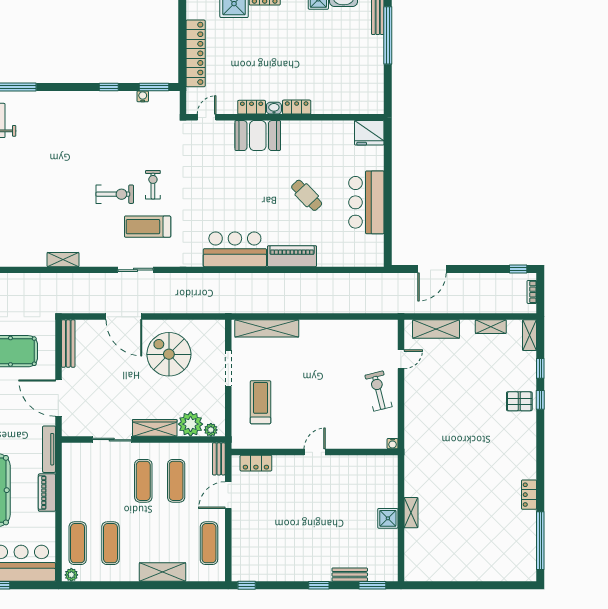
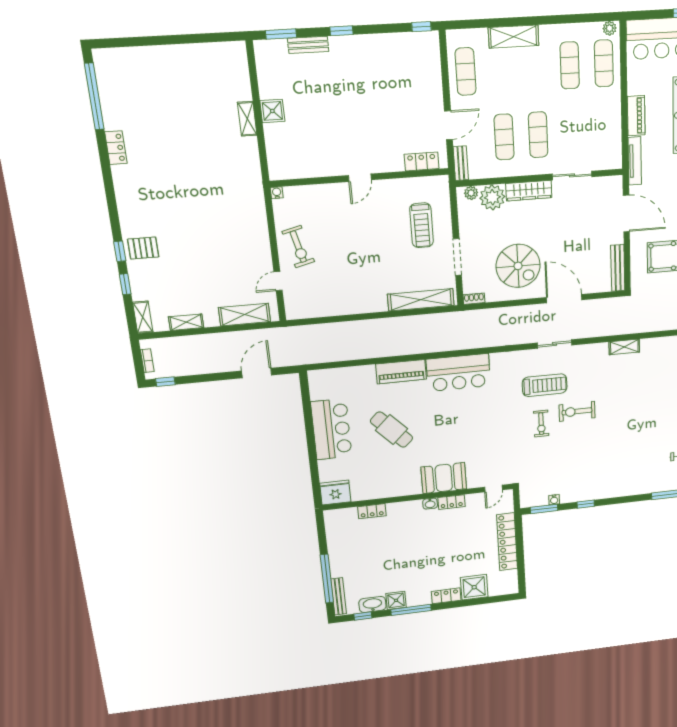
locker: (297, 107) -> (372, 511), moved
cafe table: (307, 195) -> (392, 430), width x1.37, depth x1.35
shoe rack: (215, 325) -> (474, 299), added

